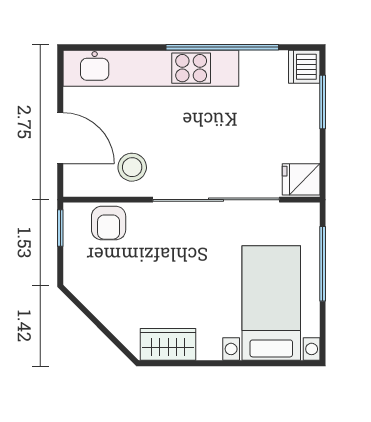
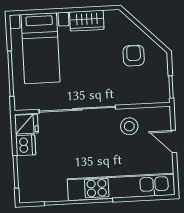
dishwasher: (304, 67) -> (26, 145), moved
door: (60, 138) -> (174, 142), width x0.73
armchair: (109, 223) -> (134, 56), moved
wardrobe: (168, 344) -> (87, 21), moved

